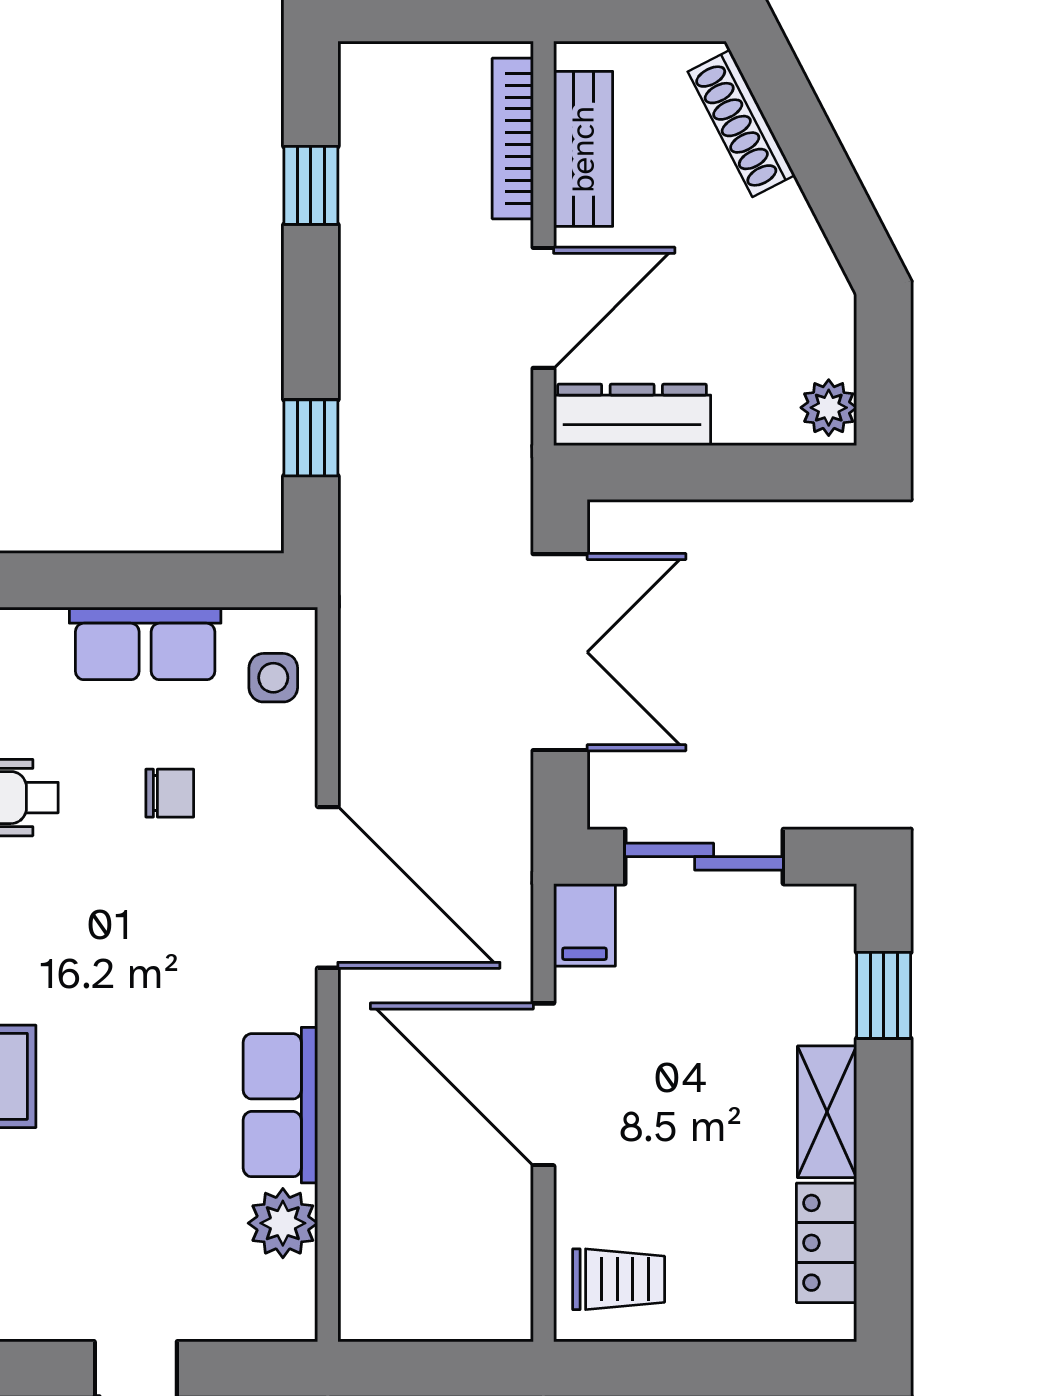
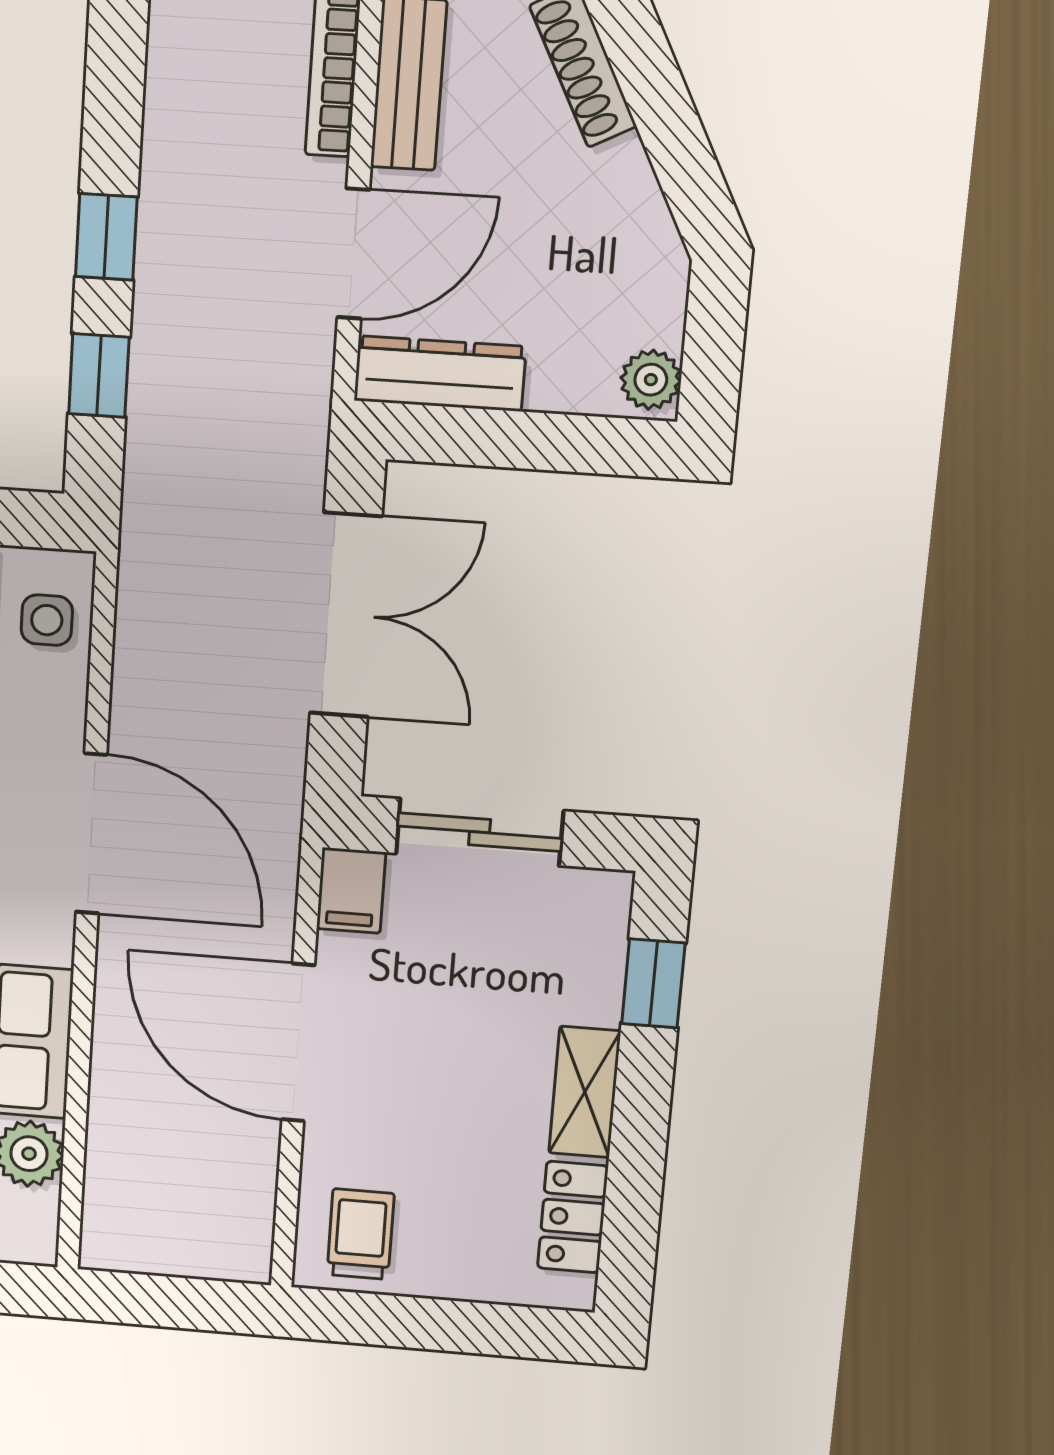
window: (311, 185) -> (106, 237), moved
trolley: (619, 1279) -> (360, 1234), turned -90

